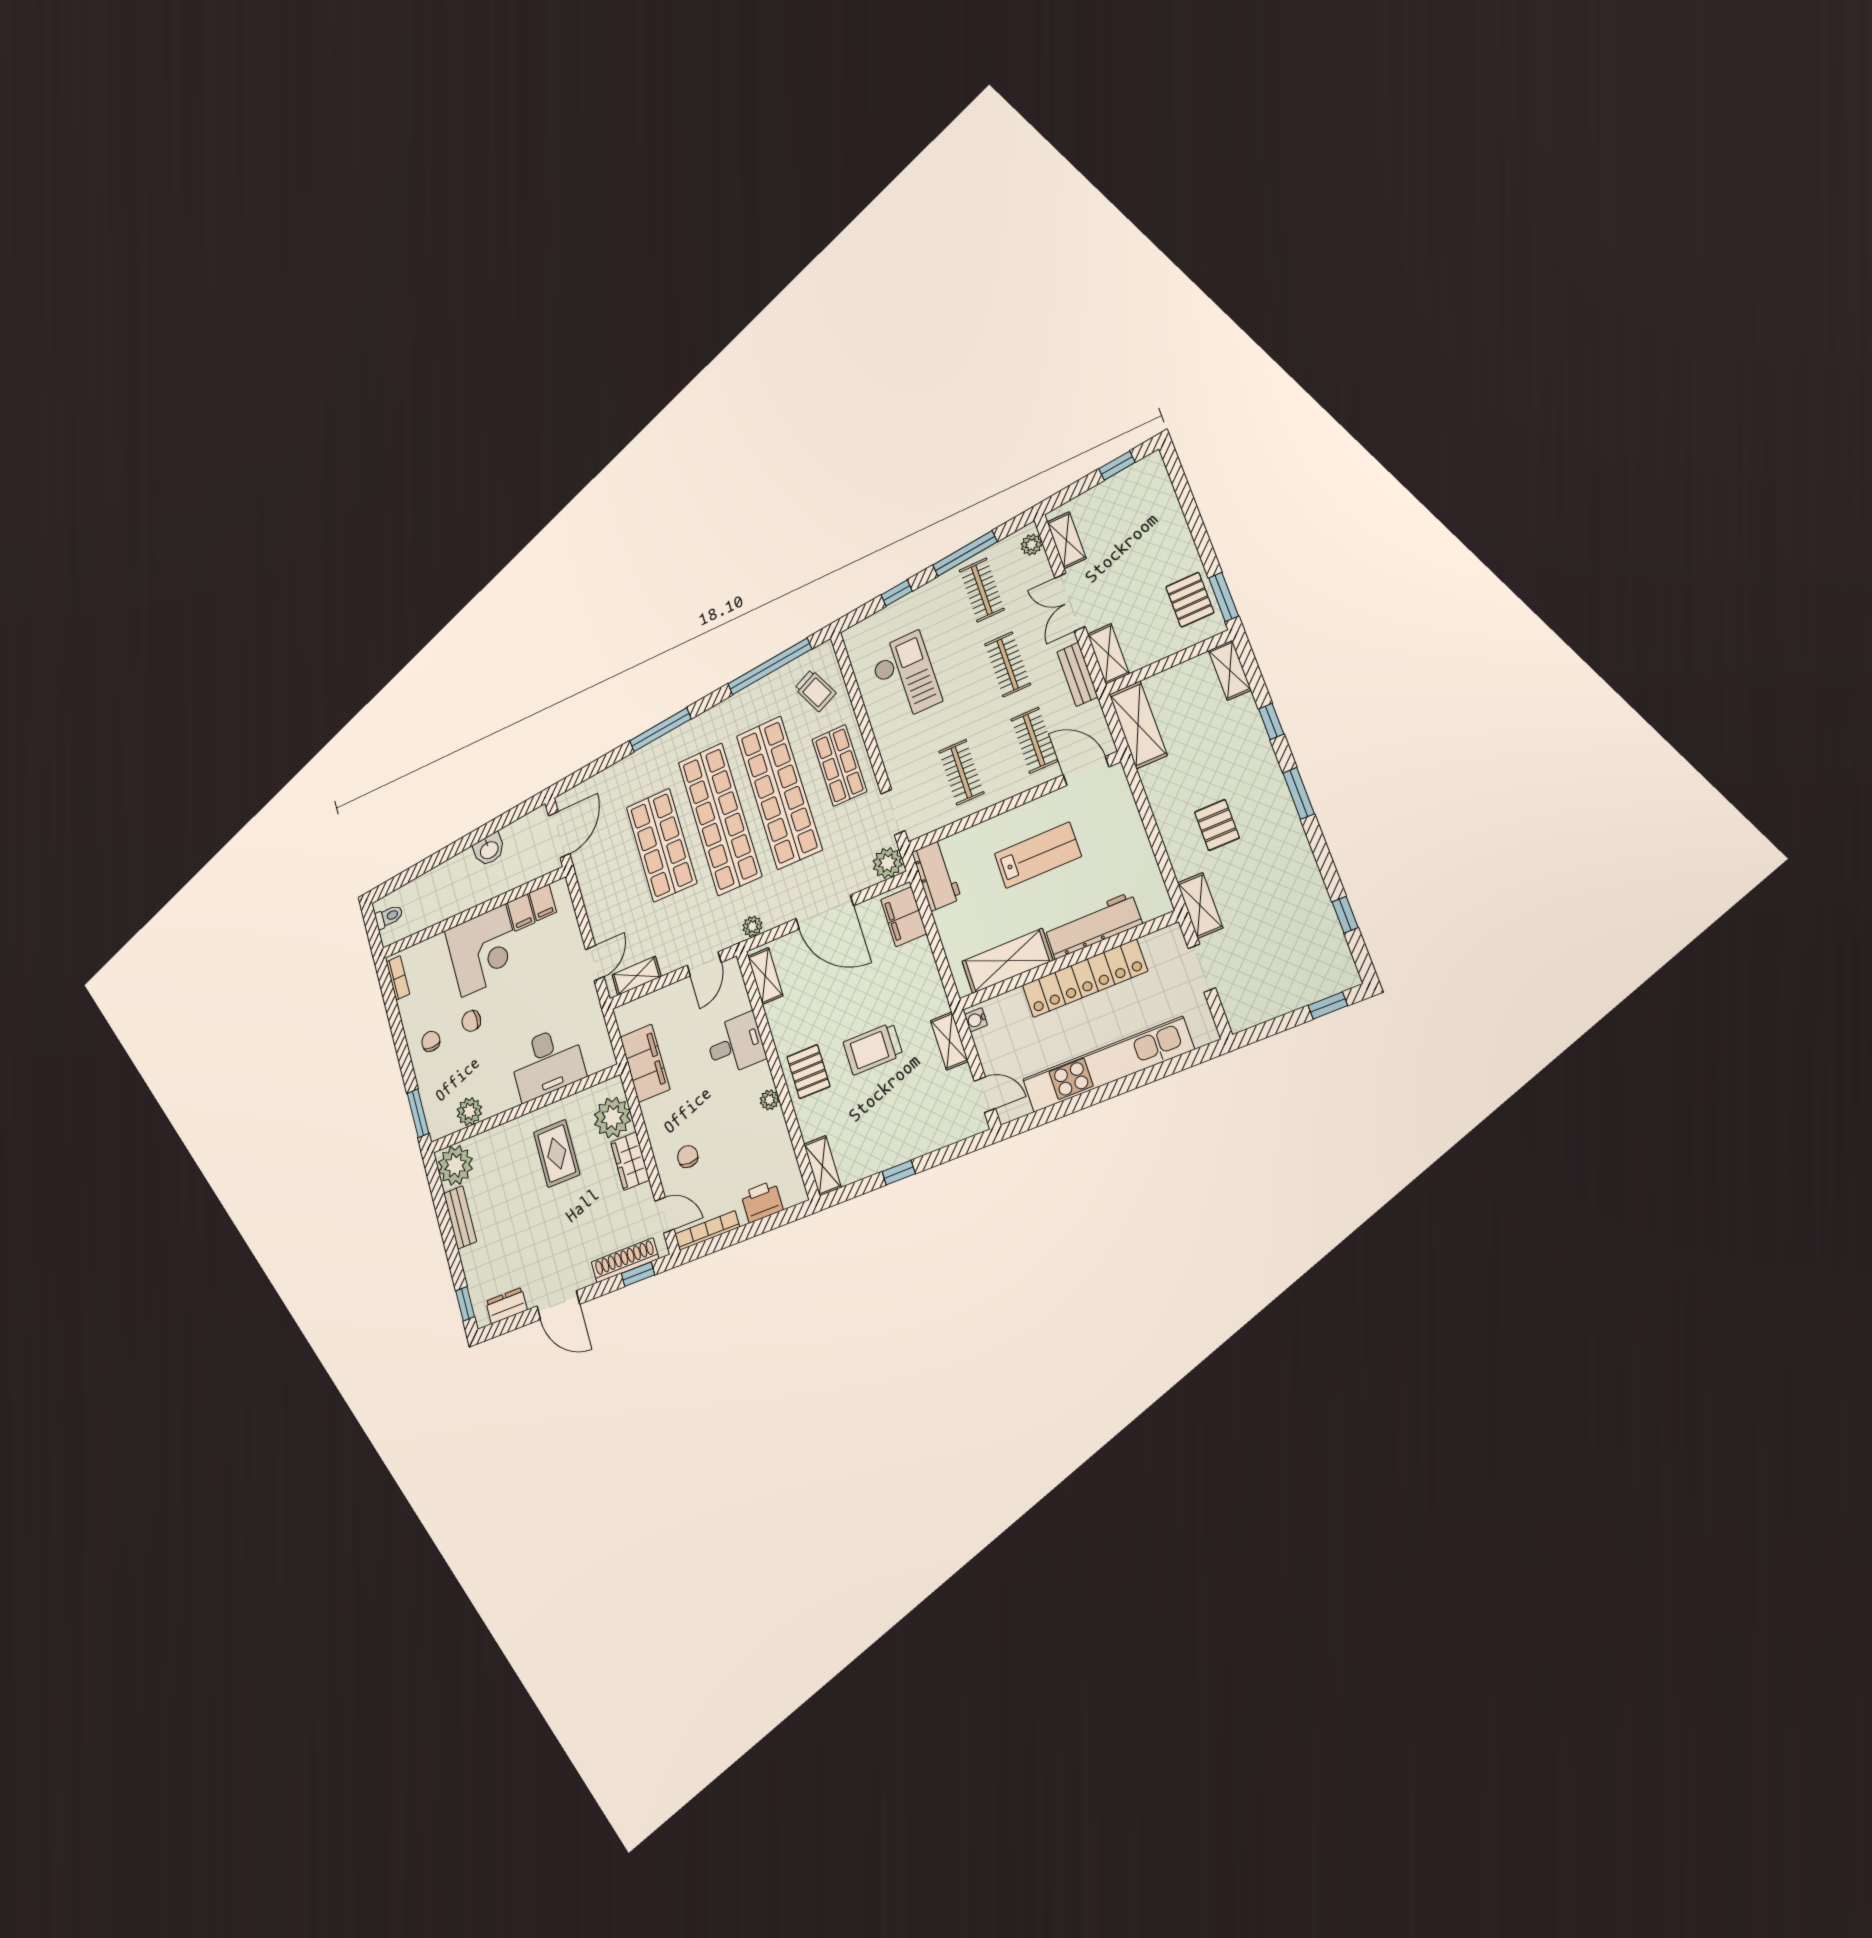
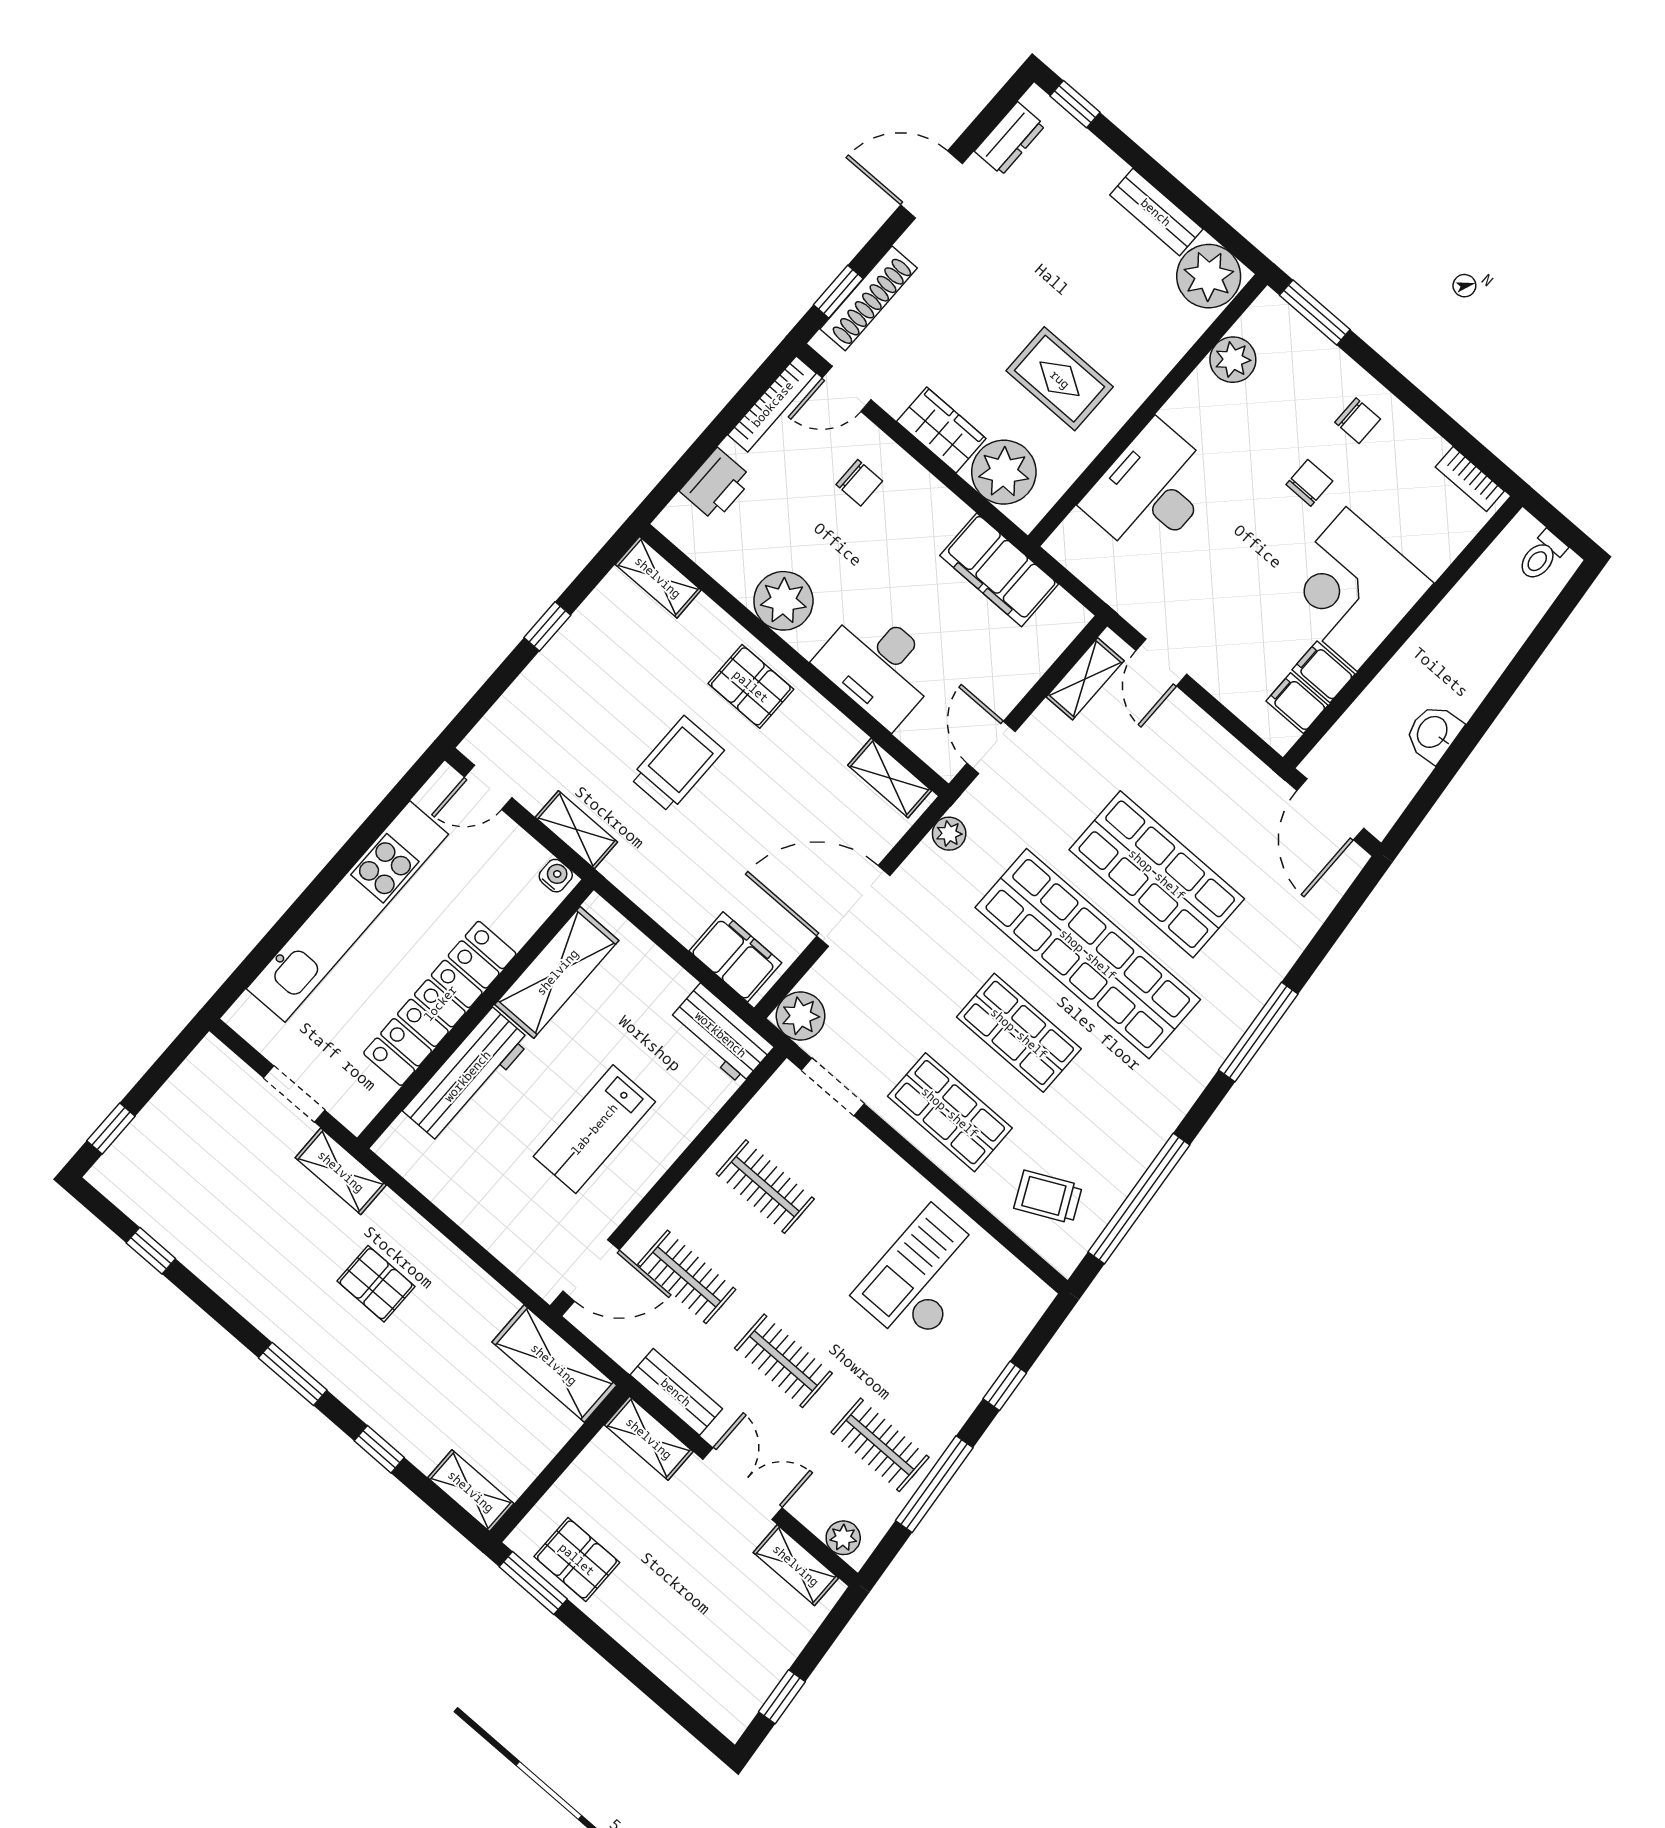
checkout: (905, 677) -> (923, 1277), turned 90
shop shelf: (779, 792) -> (1019, 1033), width x0.50, depth x0.74
desk: (736, 1044) -> (879, 666), width x1.37
plant: (770, 1100) -> (783, 601), width x1.88, depth x1.88

